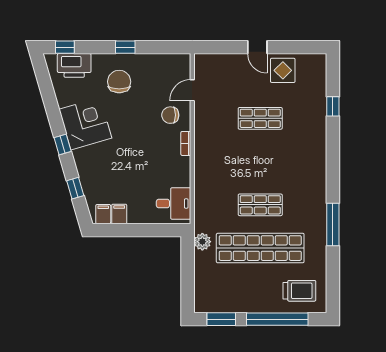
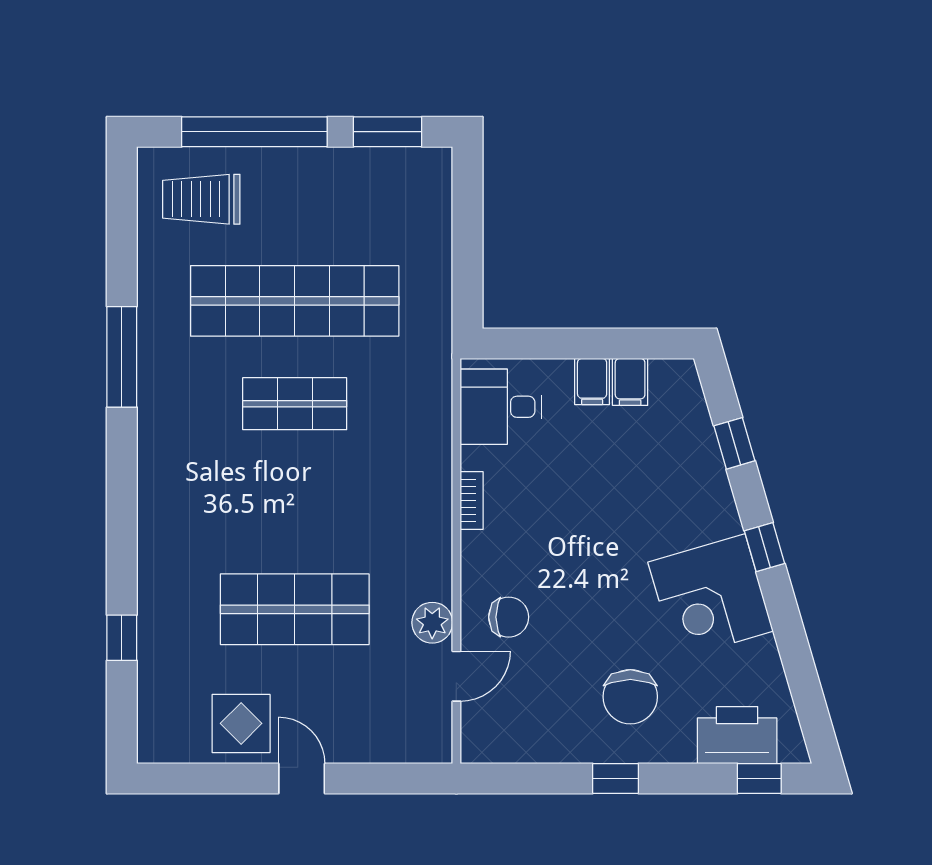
shop shelf: (260, 118) -> (295, 609), width x1.43, depth x1.36
bookcase: (186, 143) -> (472, 501), moved
filing cabinet: (103, 214) -> (592, 382), moved
plant: (202, 242) -> (432, 623), moved

